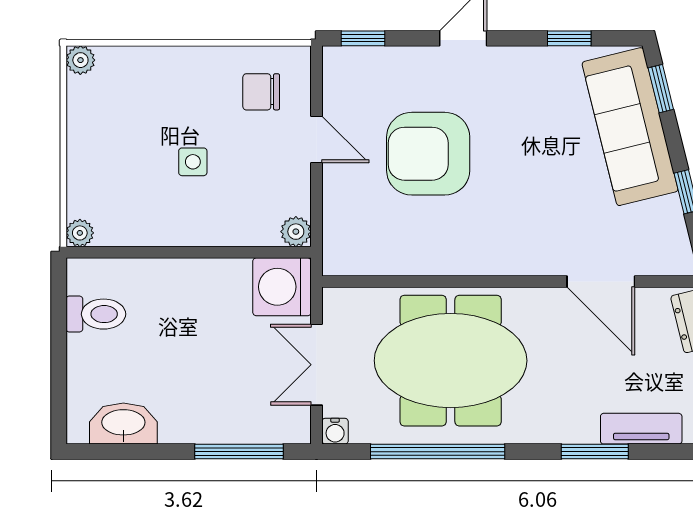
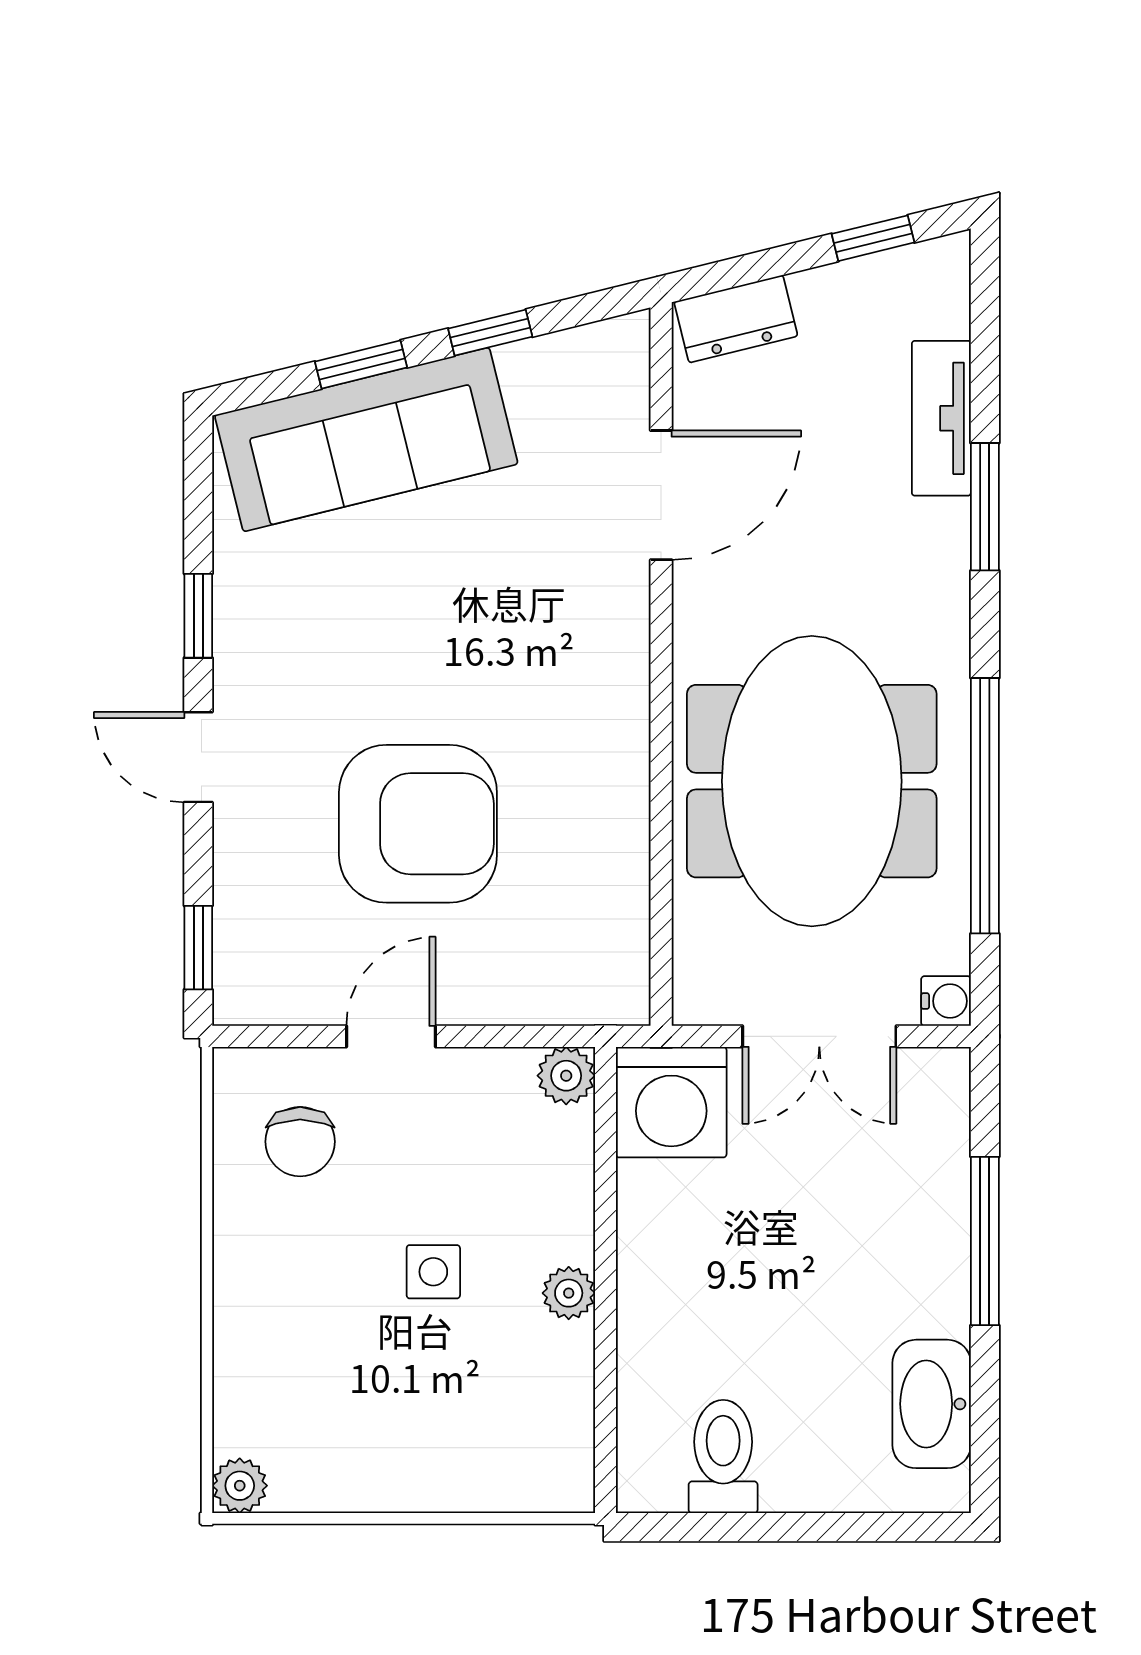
window: (569, 38) -> (198, 616), moved
window: (661, 89) -> (361, 364), moved
armchair: (428, 154) -> (418, 824), turned -90
plant: (80, 233) -> (569, 1293), moved
window: (239, 452) -> (985, 1241), moved

